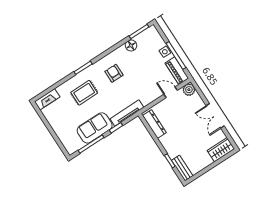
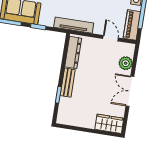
plant: (189, 90) -> (126, 63), moved
tv unit: (127, 113) -> (74, 25), moved
bench: (182, 168) -> (68, 83), moved

